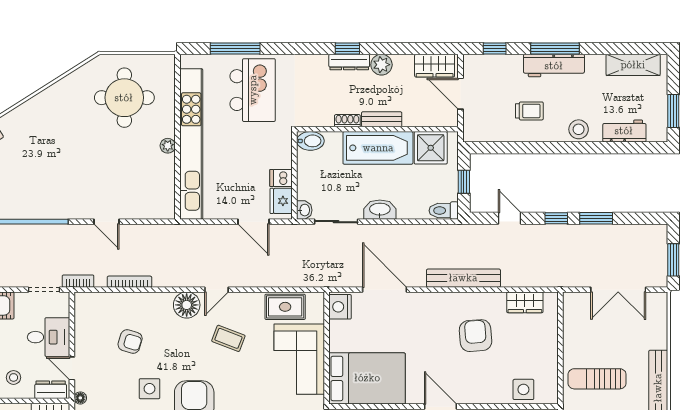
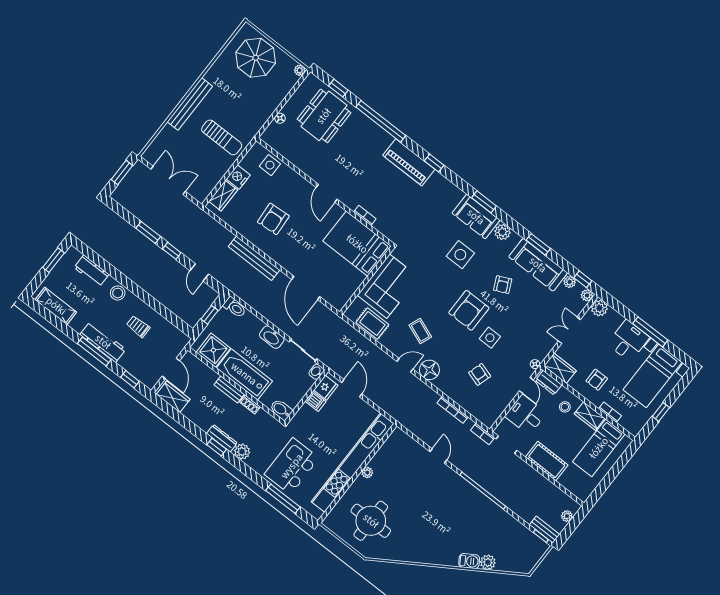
plant: (381, 65) -> (242, 452), moved
wardrobe: (525, 302) -> (223, 196), moved, turned 90
nightstand: (340, 307) -> (238, 177), moved, turned 180

